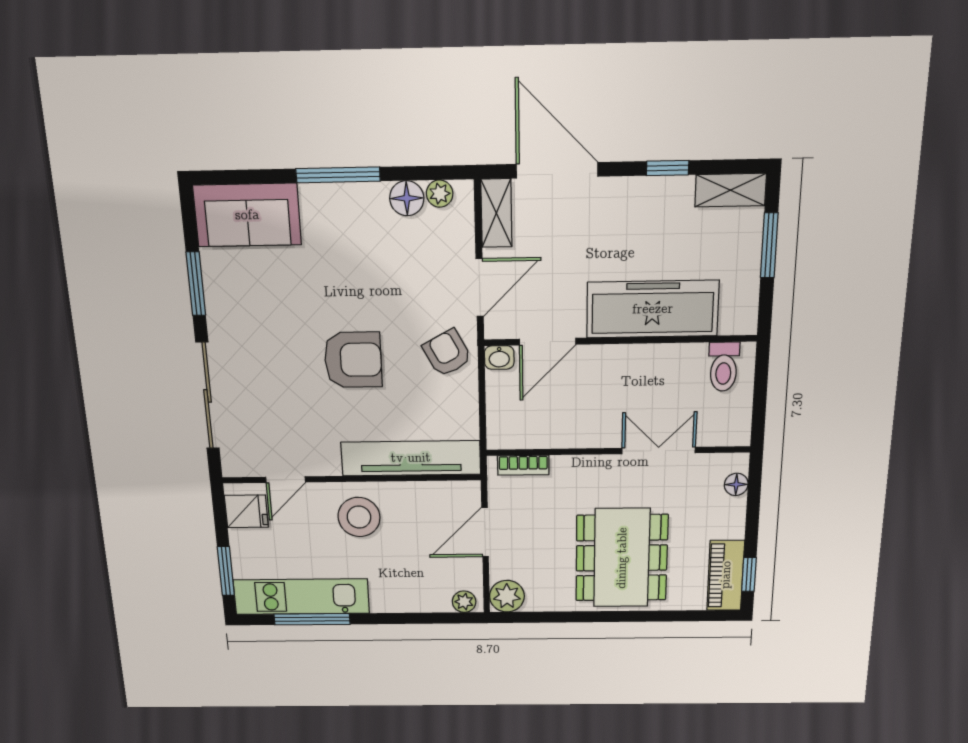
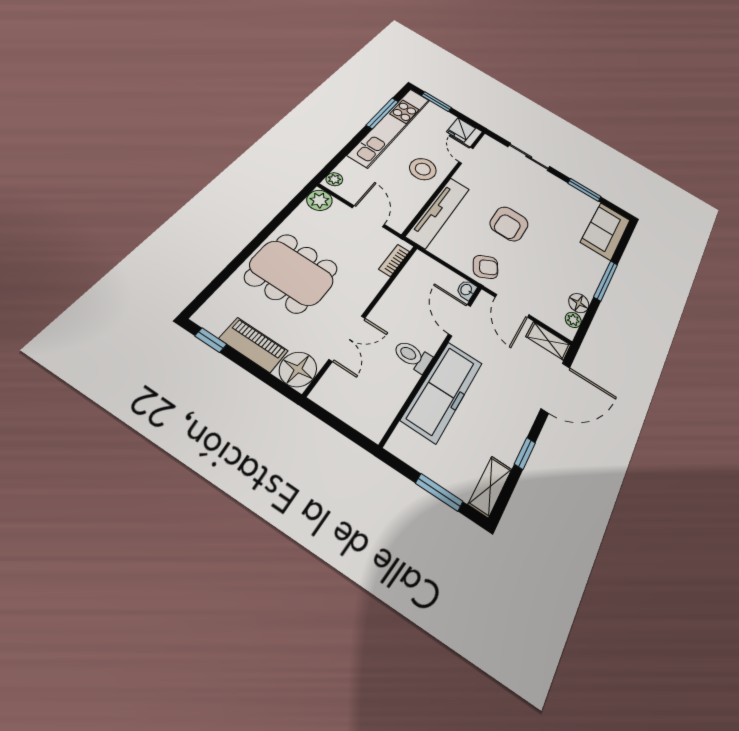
toilet: (724, 367) -> (413, 356), moved
sliding door: (208, 396) -> (529, 157), width x0.73
floor lamp: (736, 484) -> (298, 369), width x1.89, depth x1.89
piano: (726, 575) -> (253, 345), moved
kitchen unit: (301, 597) -> (390, 127), width x1.36

